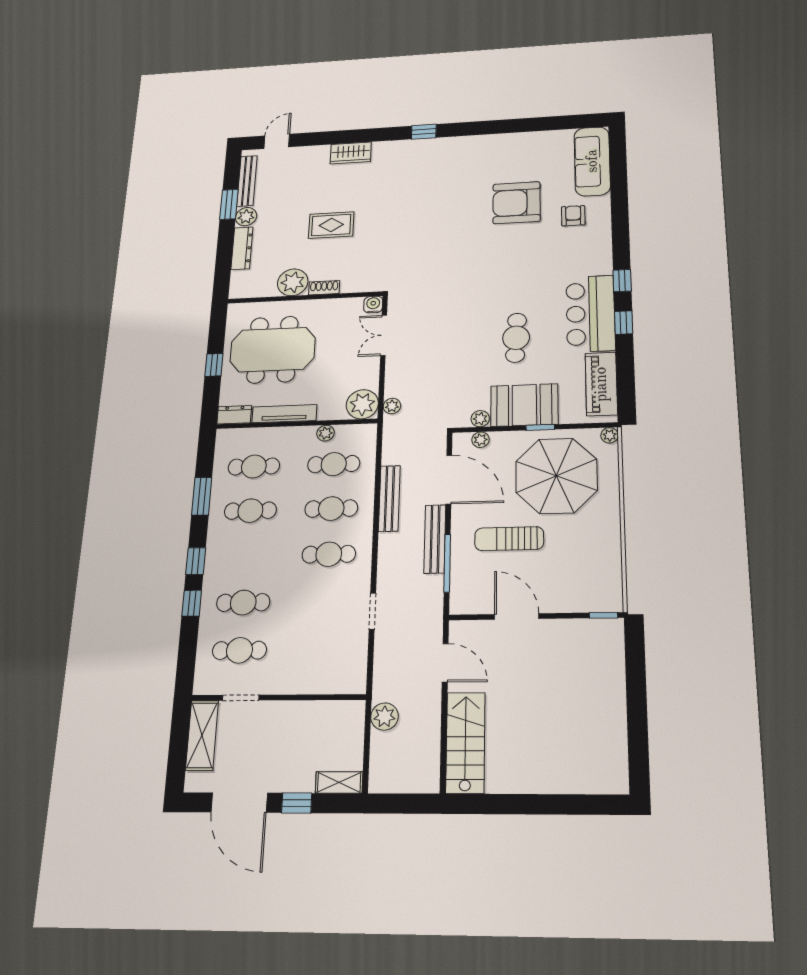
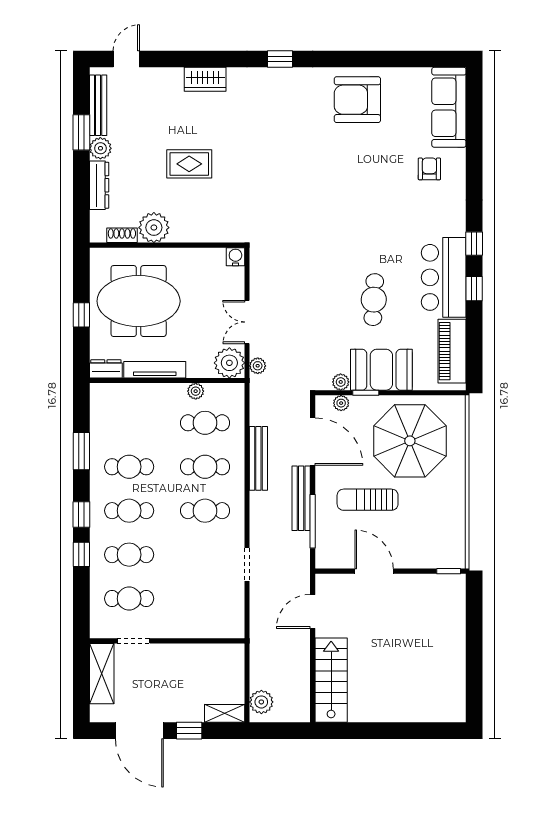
armchair: (516, 203) -> (357, 100), moved
shoe rack: (324, 288) -> (122, 235), moved
double door: (384, 335) -> (247, 322), moved
window: (540, 427) -> (366, 393), moved
plant: (610, 435) -> (458, 403), removed
cafe table: (254, 467) -> (129, 511), moved
door: (445, 663) -> (313, 611), swing flipped
plant: (384, 717) -> (261, 702), moved

